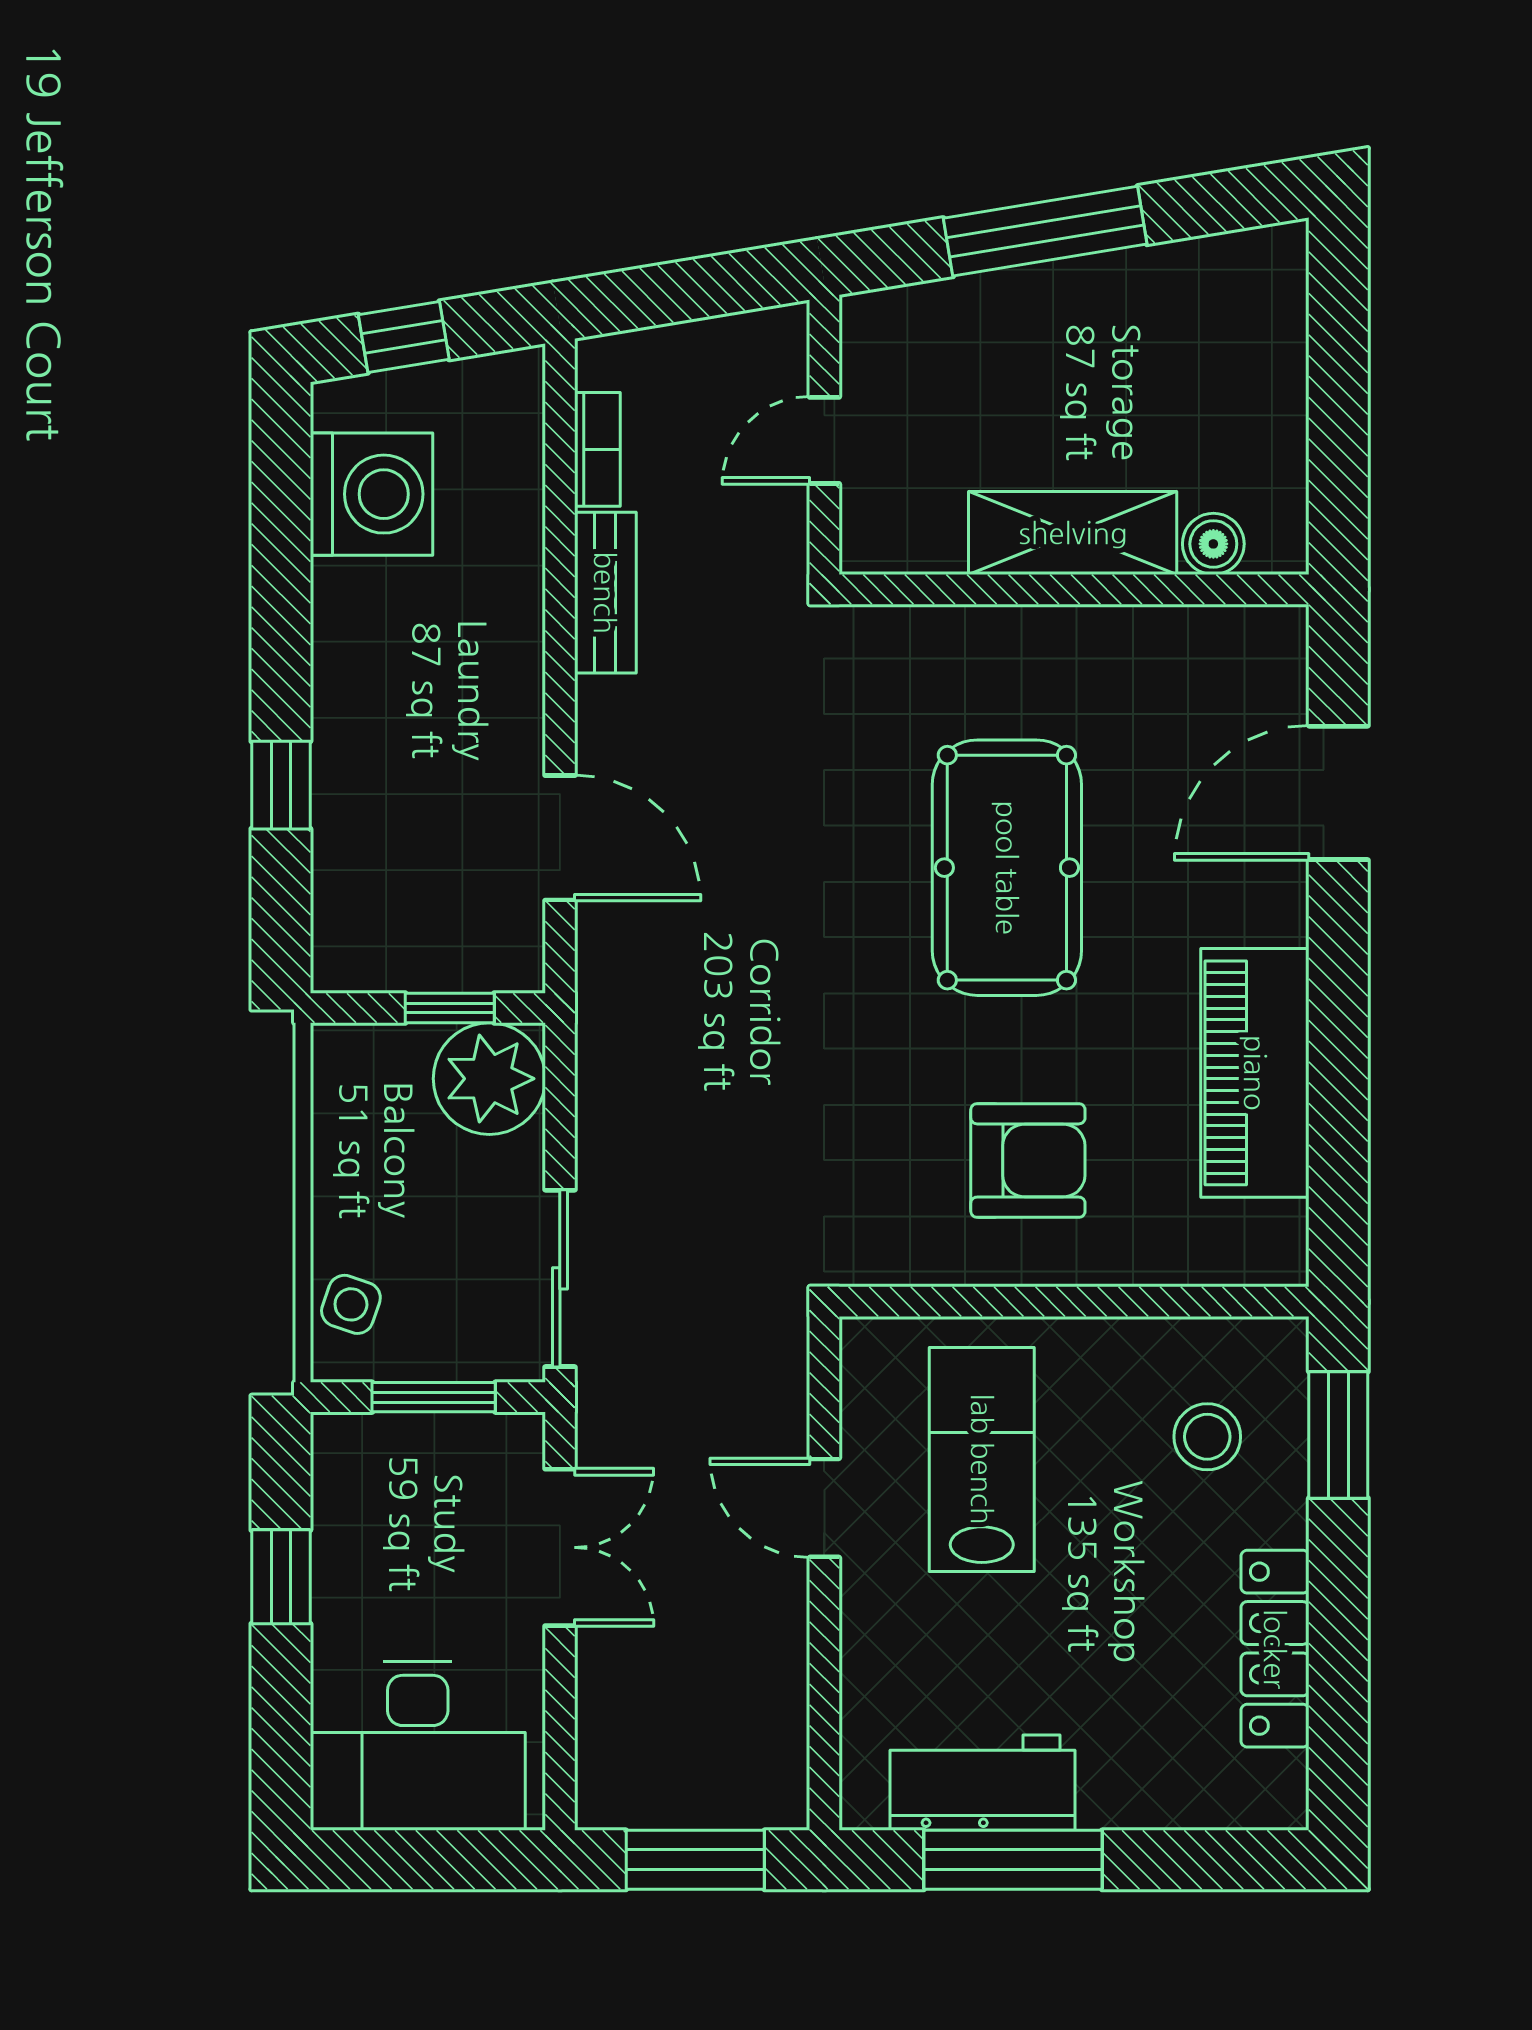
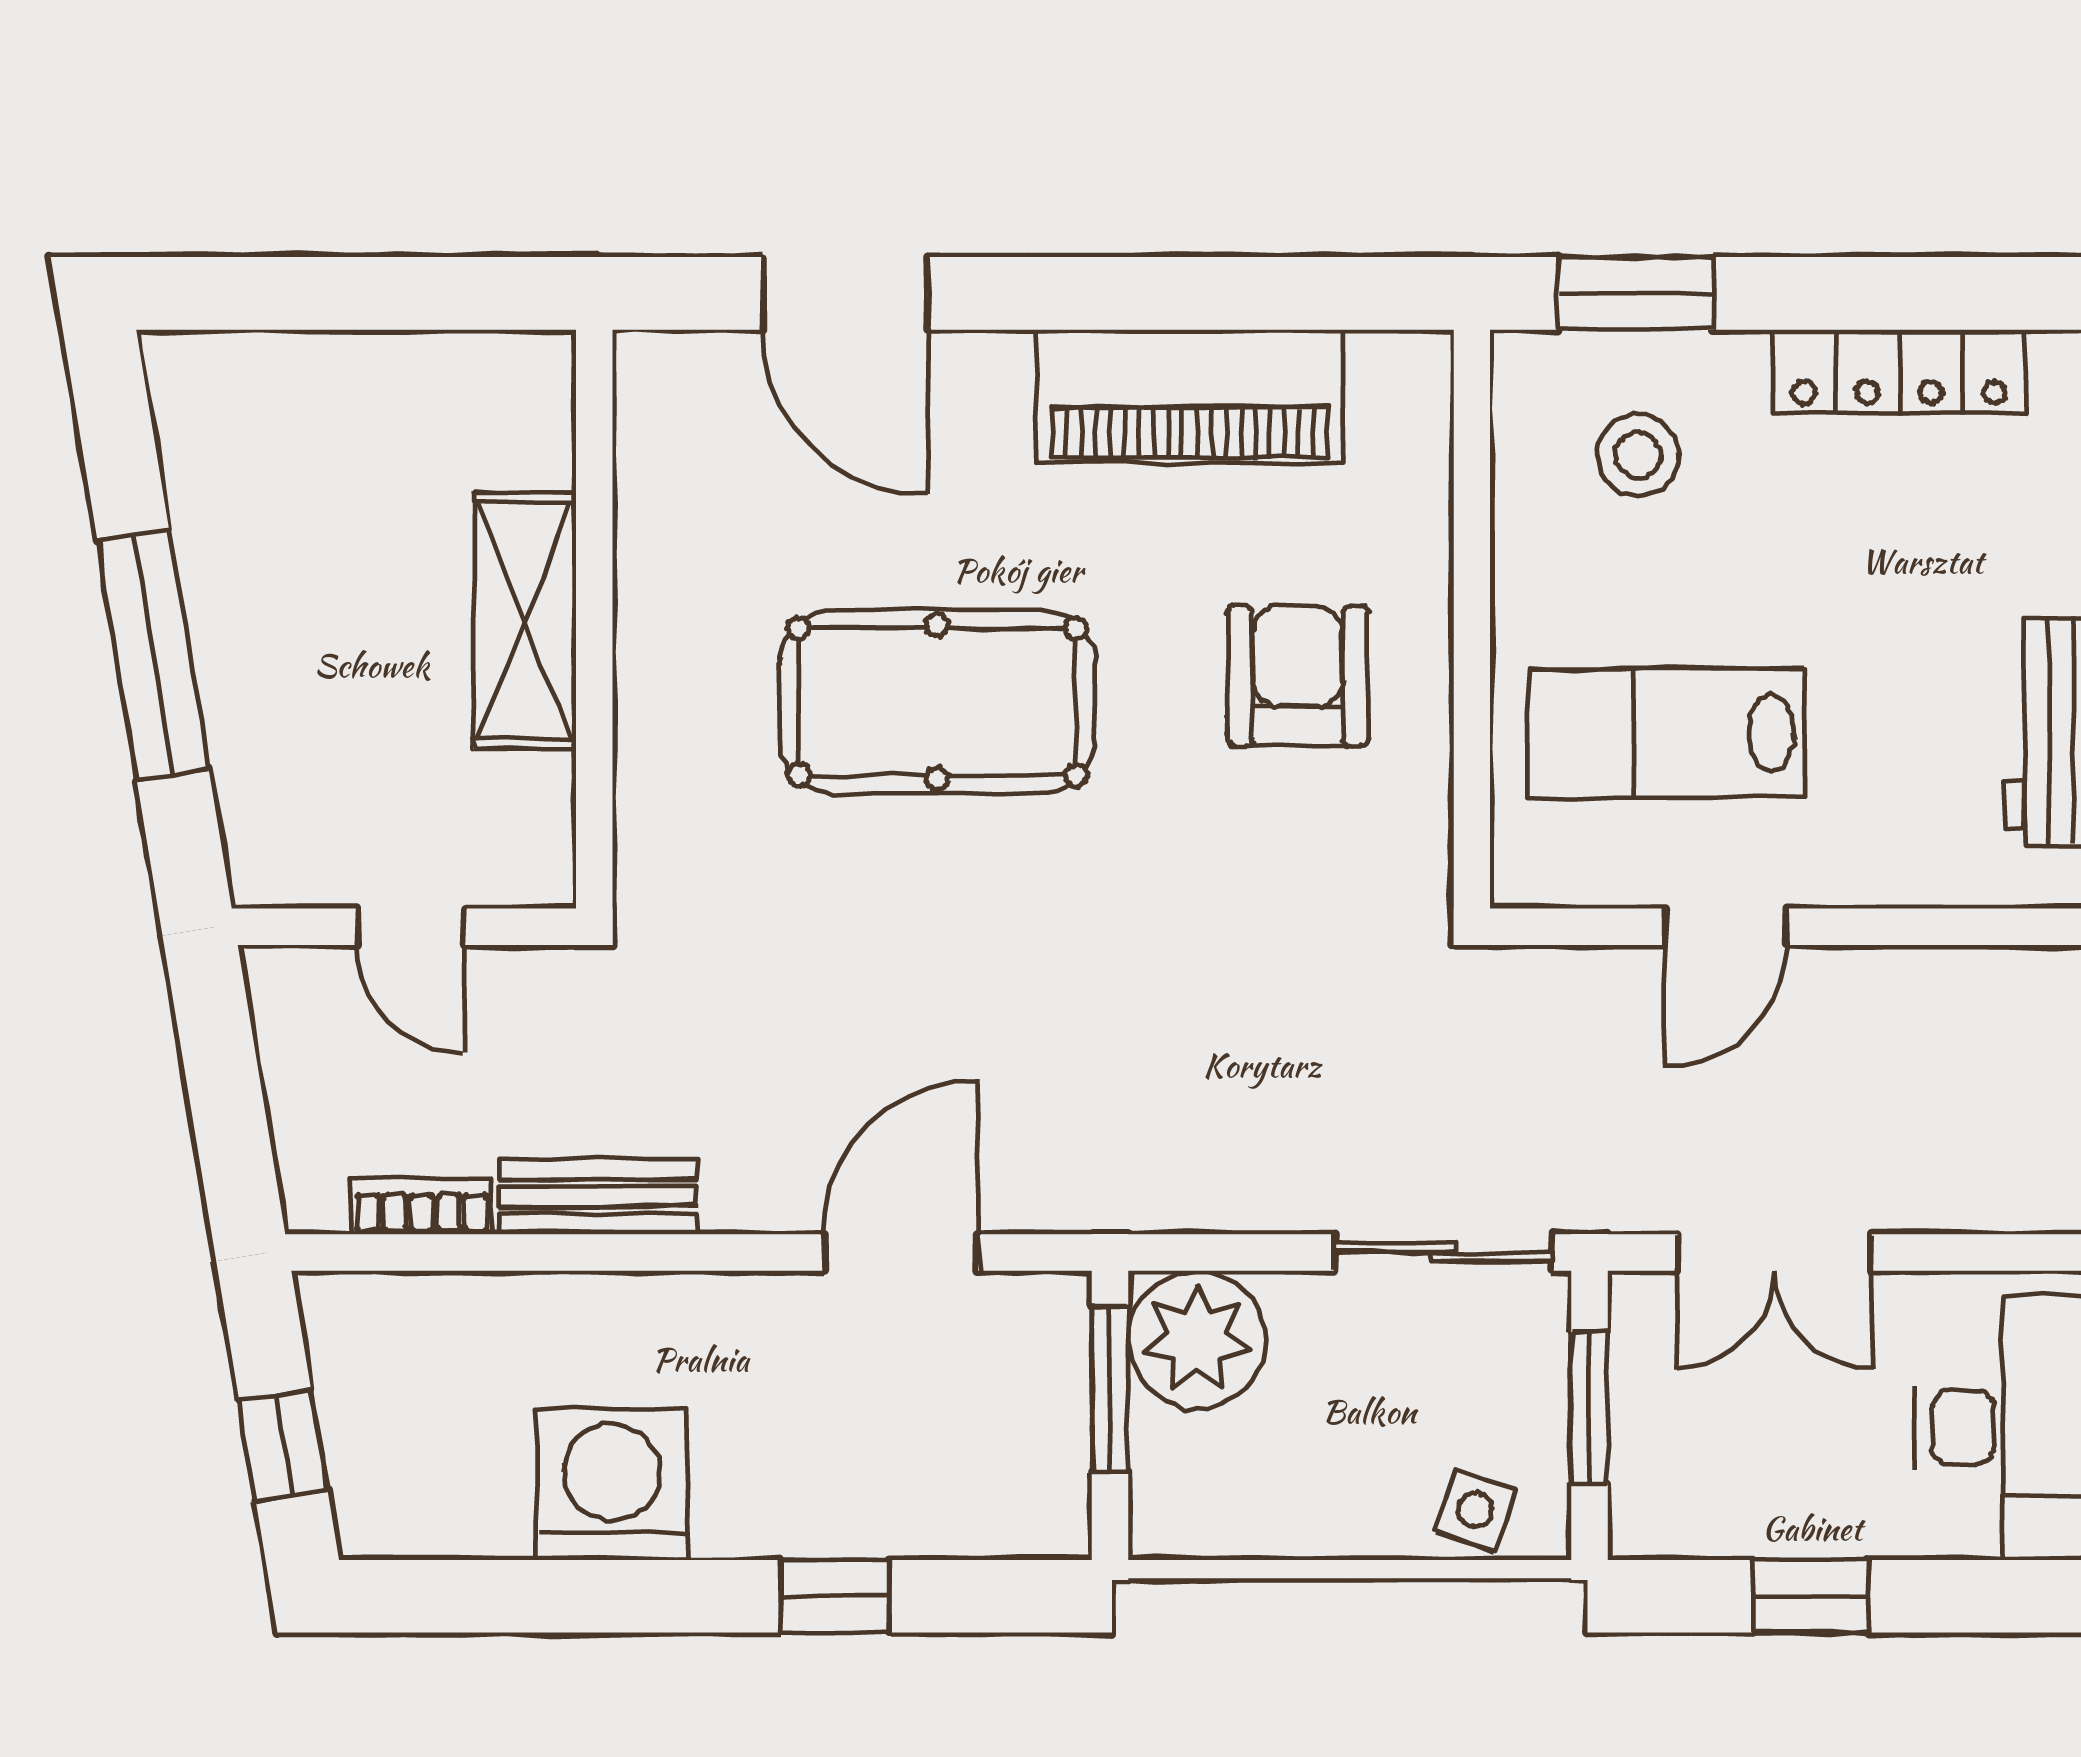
washing machine: (372, 494) -> (612, 1485), moved
boiler: (1213, 544) -> (538, 447), removed
window: (450, 1008) -> (1110, 1388), width x1.50
double door: (560, 1547) -> (1775, 1252), swing flipped

